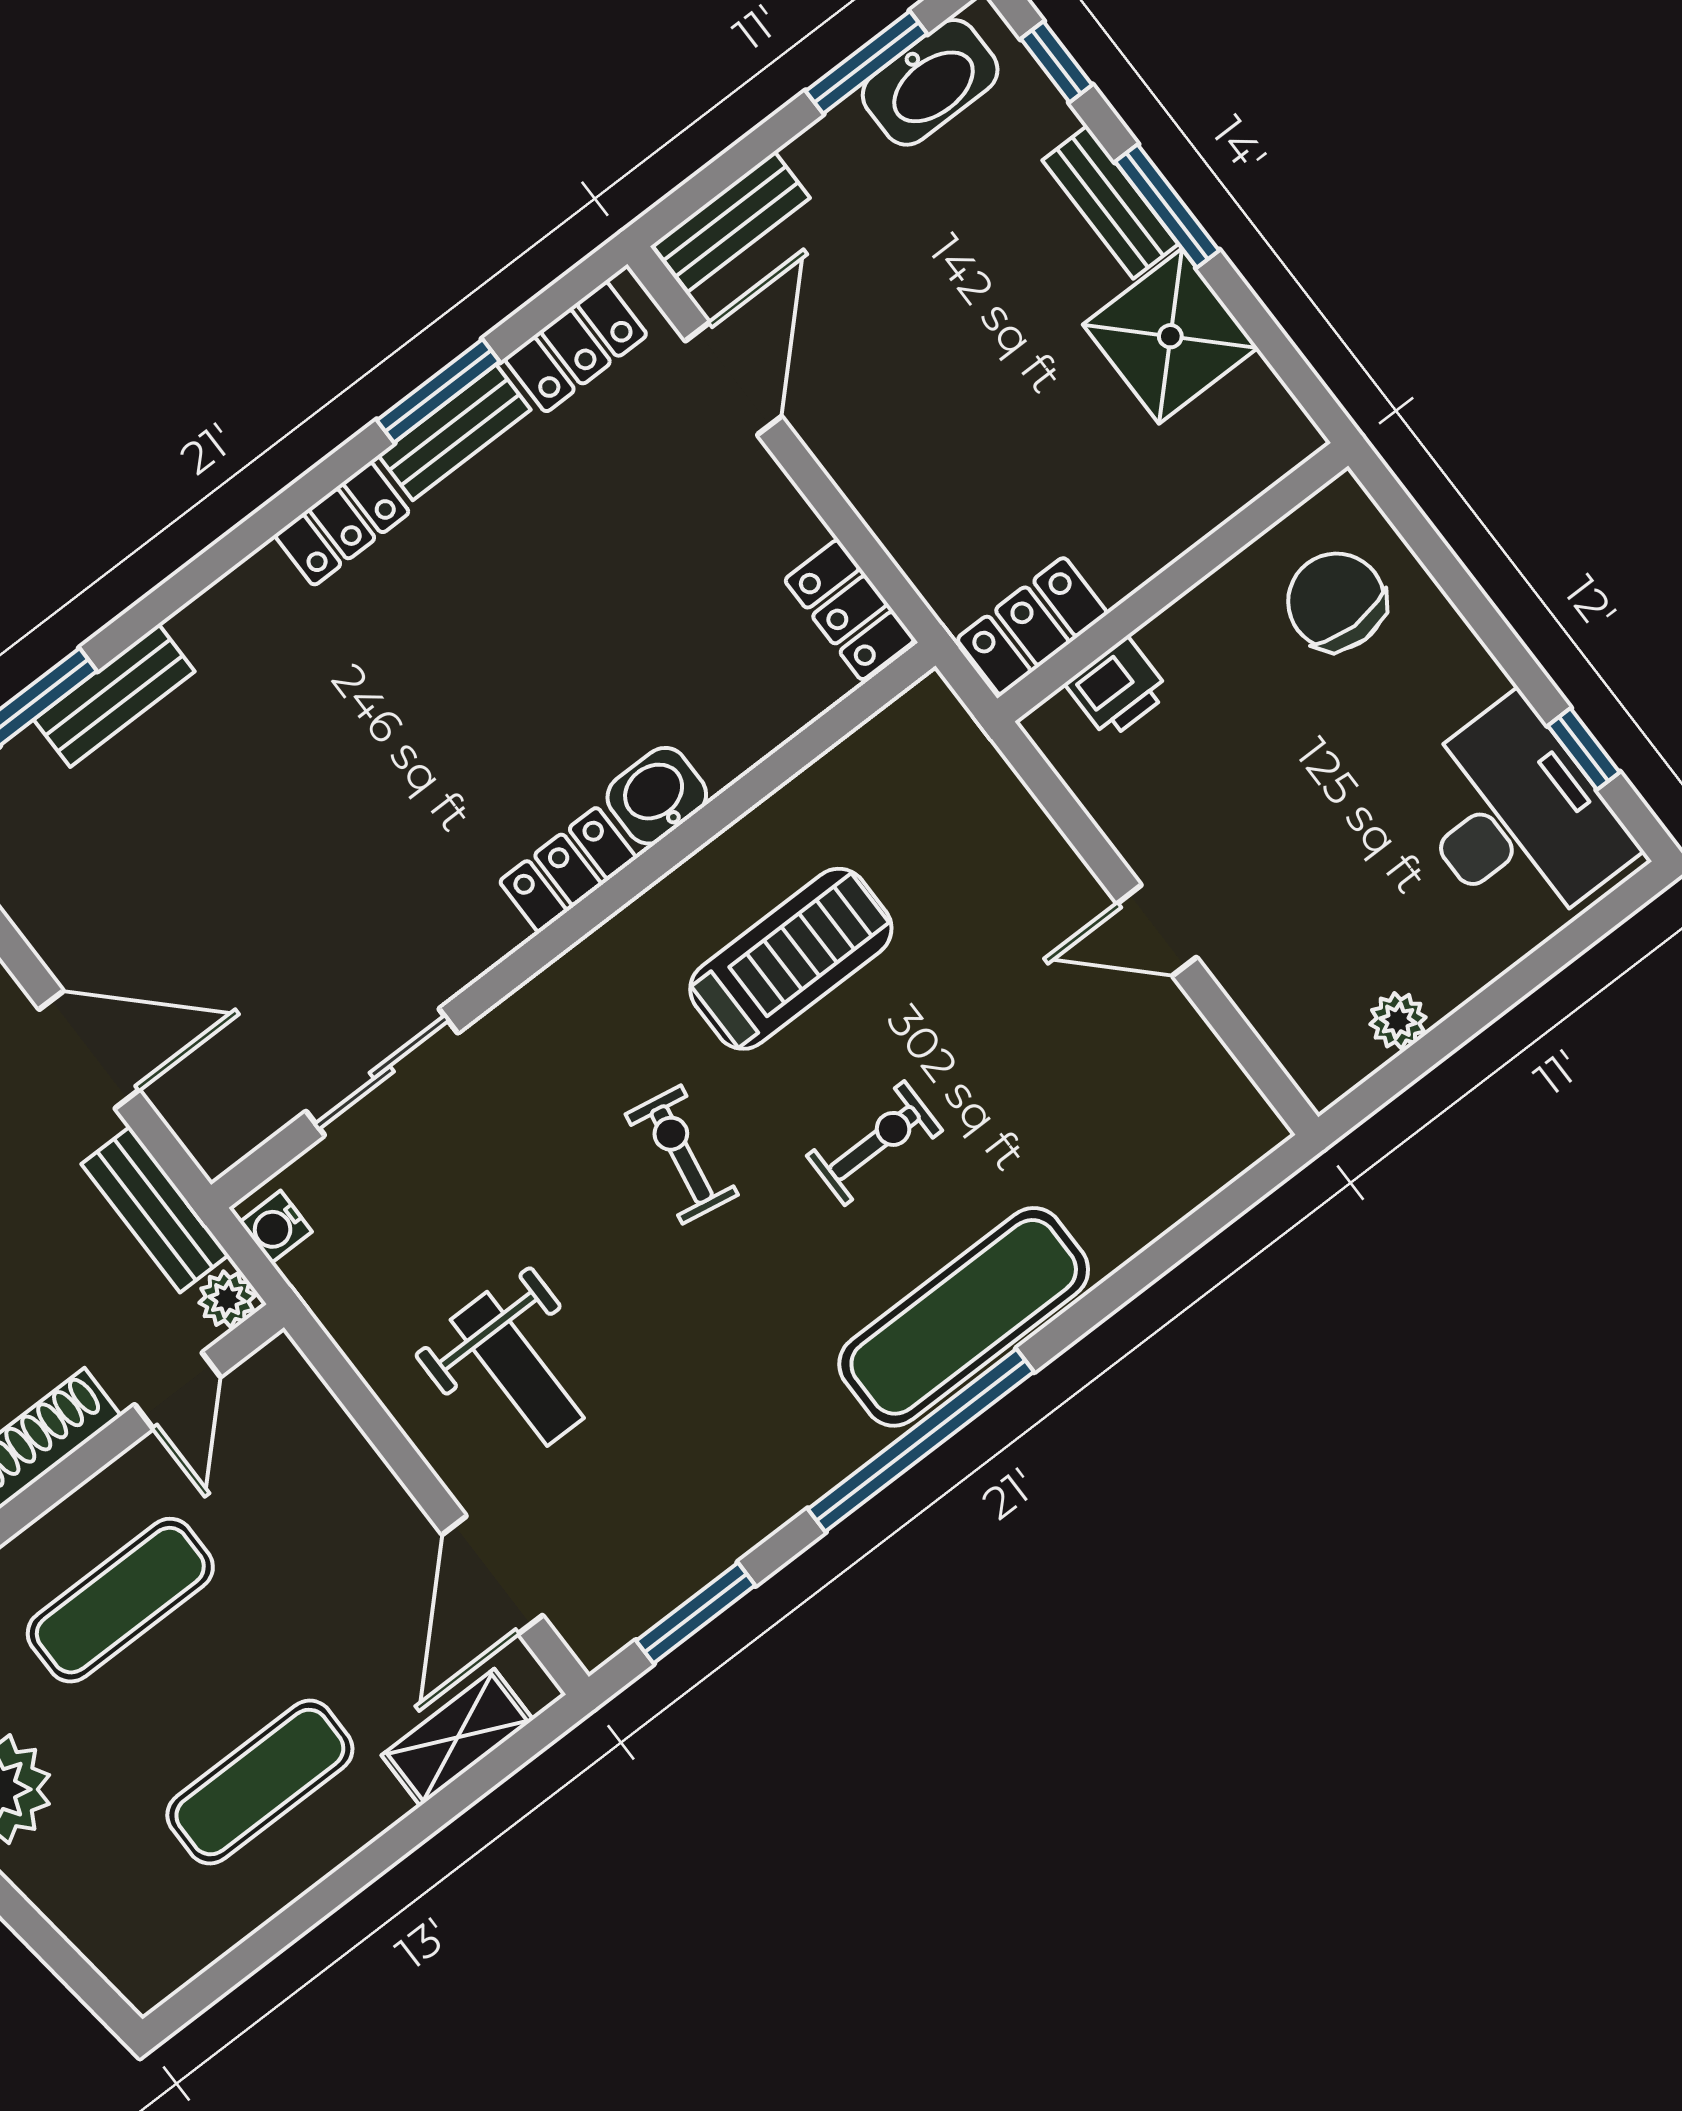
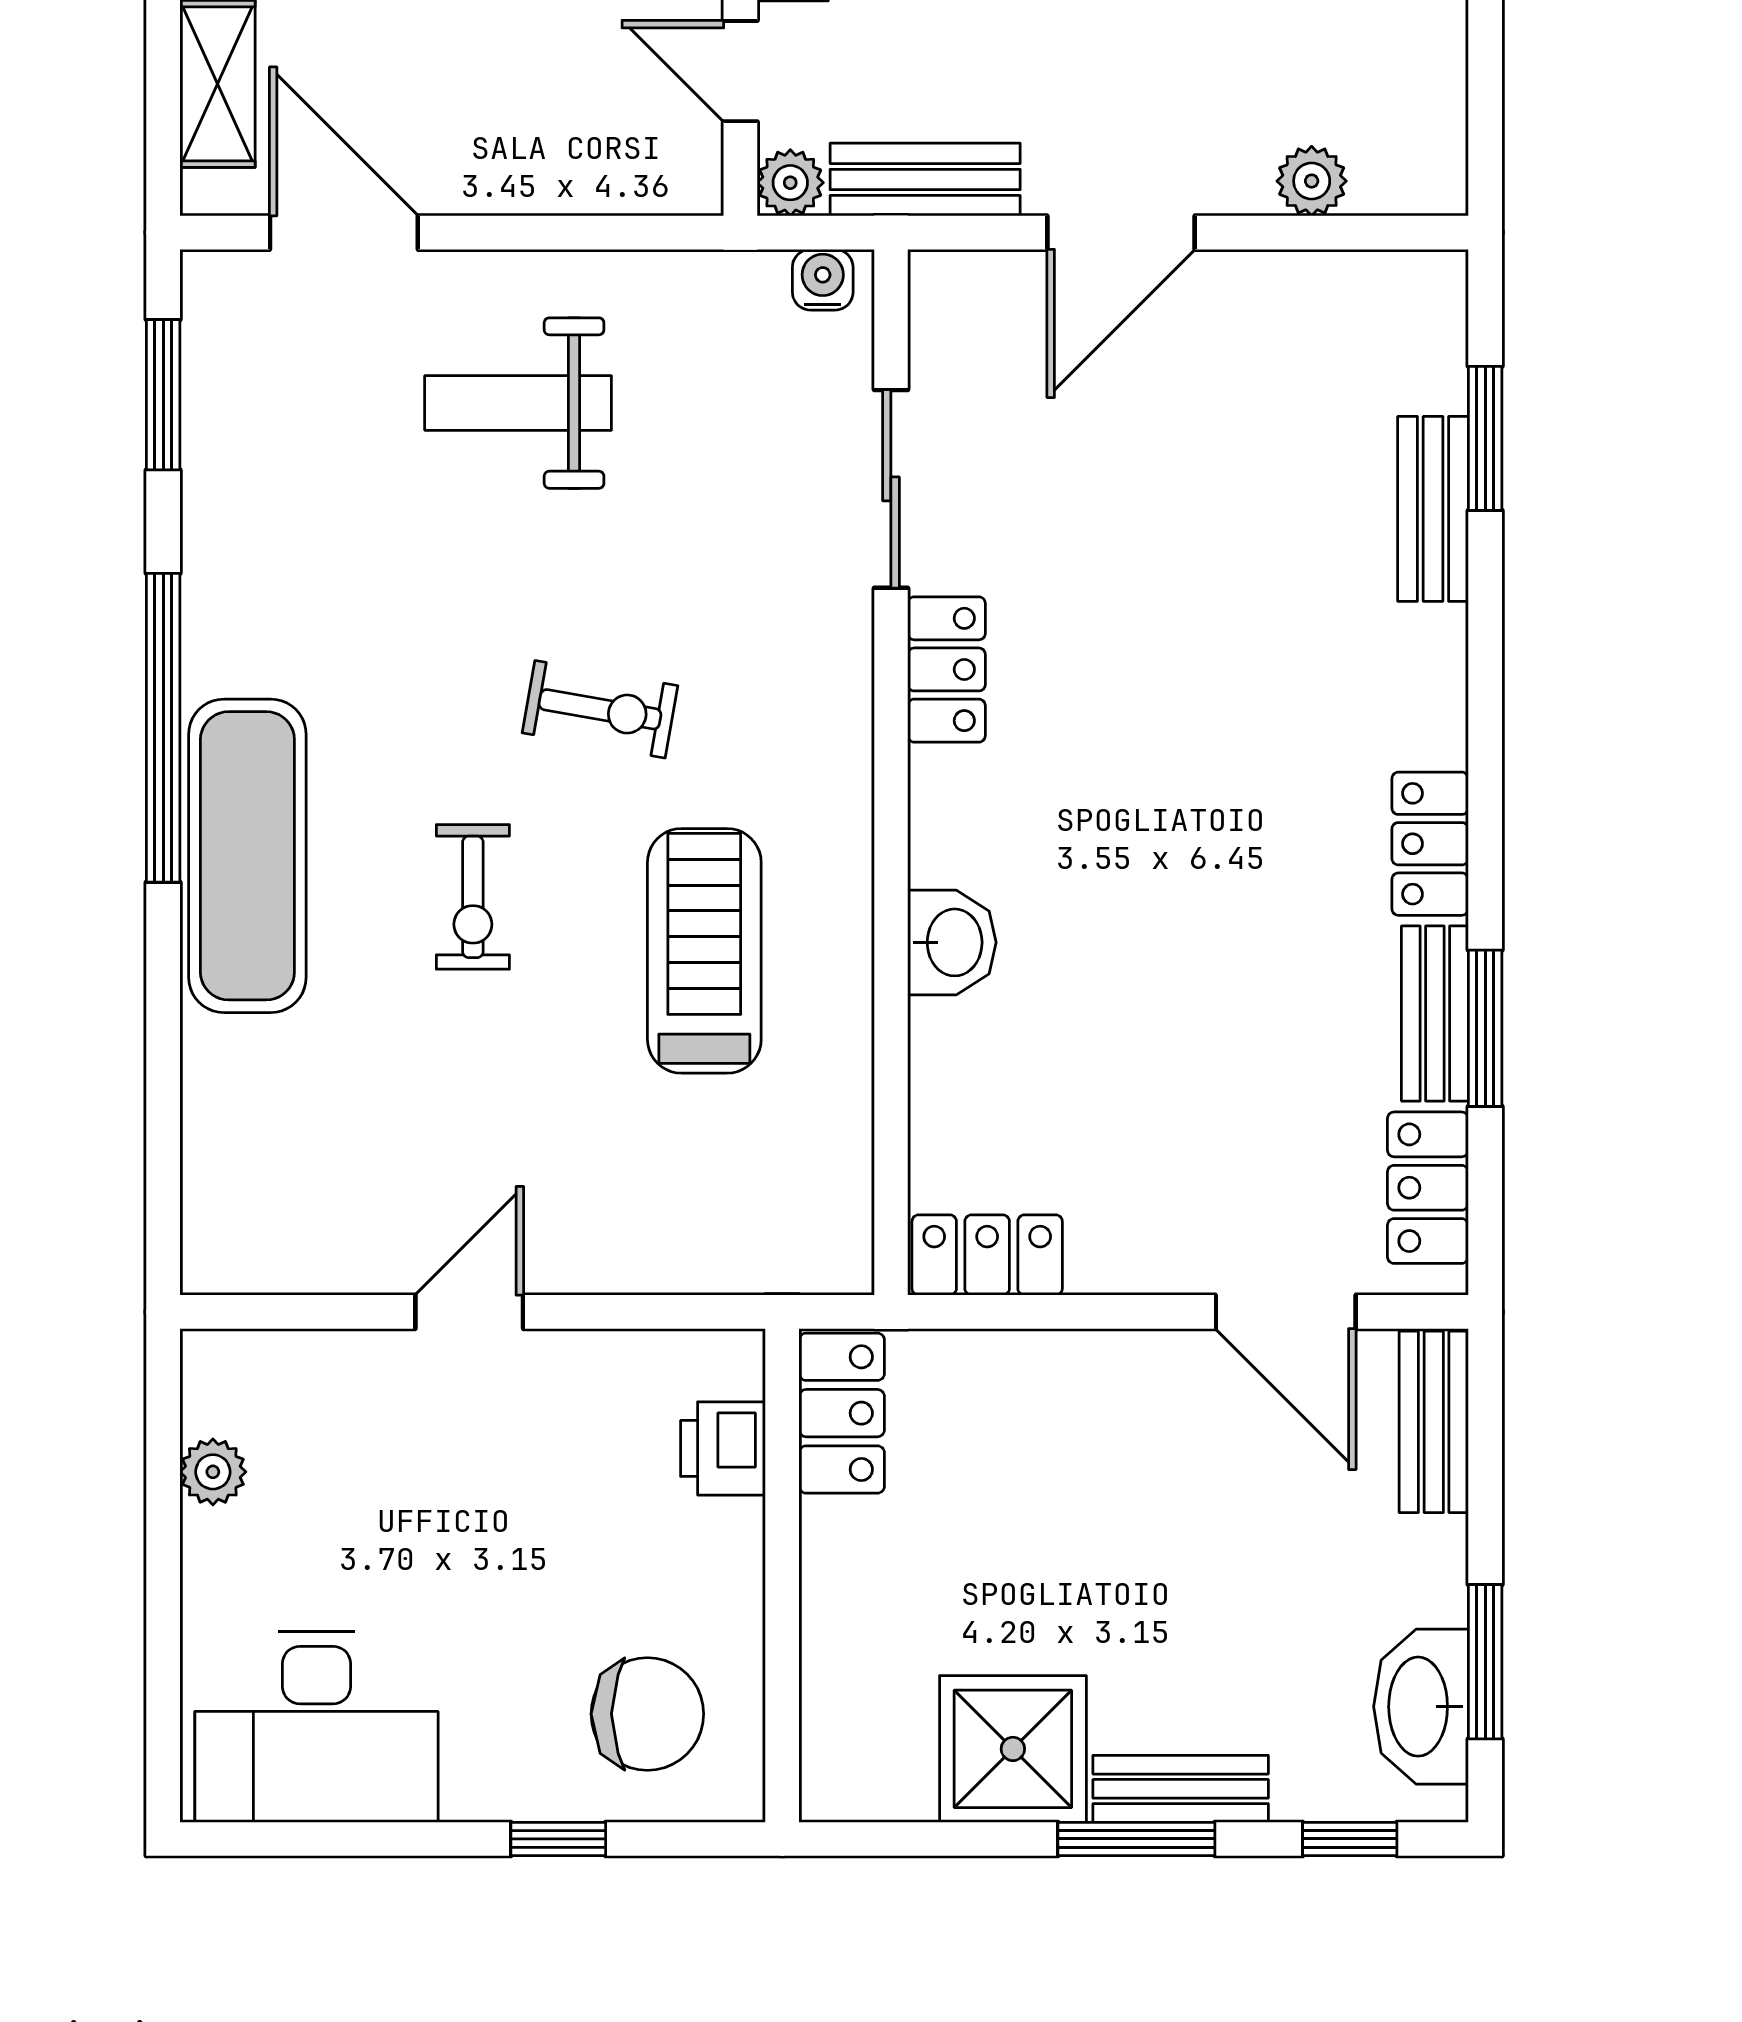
window: (1584, 749) -> (558, 1839), moved
locker: (568, 870) -> (946, 669), moved
treadmill: (791, 959) -> (704, 951), turned 180

